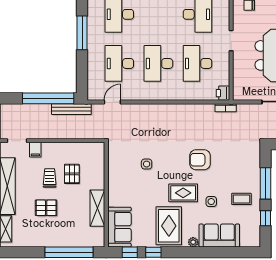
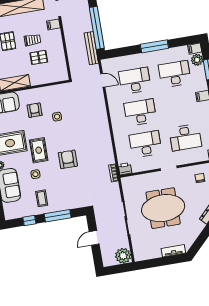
armchair: (134, 190) -> (35, 110), added

